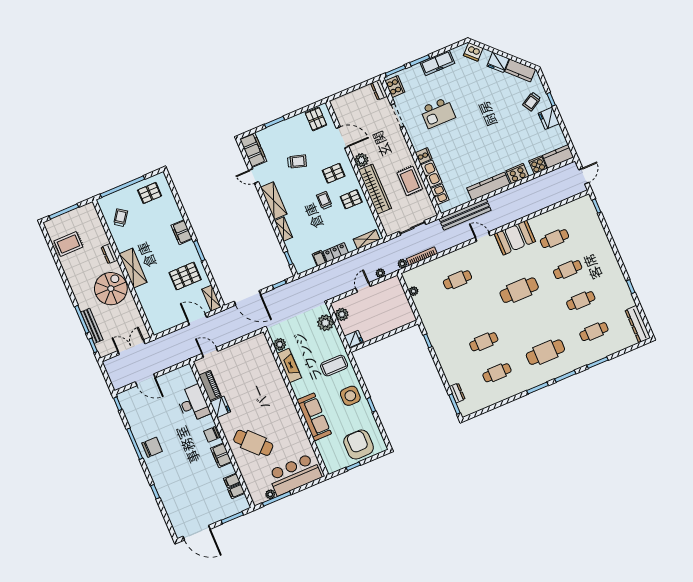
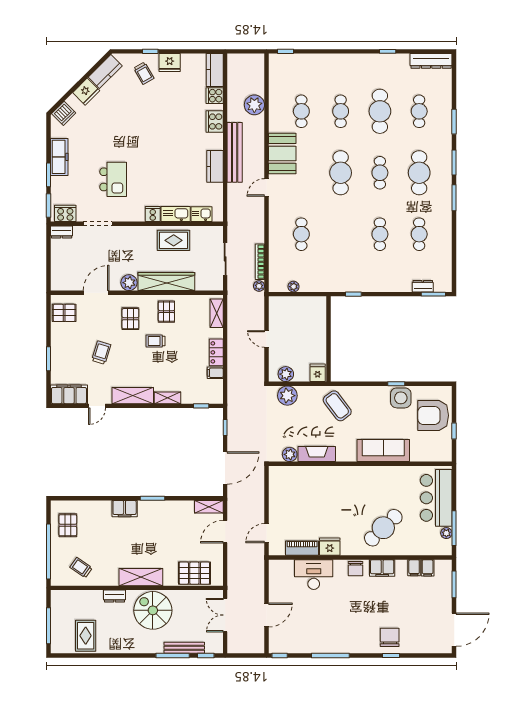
door: (584, 176) -> (248, 51), removed
kitchen counter: (488, 186) -> (215, 166), width x0.67
bench: (465, 214) -> (235, 152), moved
plant: (380, 273) -> (254, 105), moved, width x1.87, depth x1.87
pallet: (185, 276) -> (194, 573), moved, turned 90
cafe table: (581, 301) -> (380, 111), width x1.37, depth x1.35
cafe table: (532, 321) -> (380, 173), added
coffee table: (334, 366) -> (337, 406), turned -37
side table: (350, 396) -> (401, 398), moved
chair: (152, 447) -> (390, 637), moved

